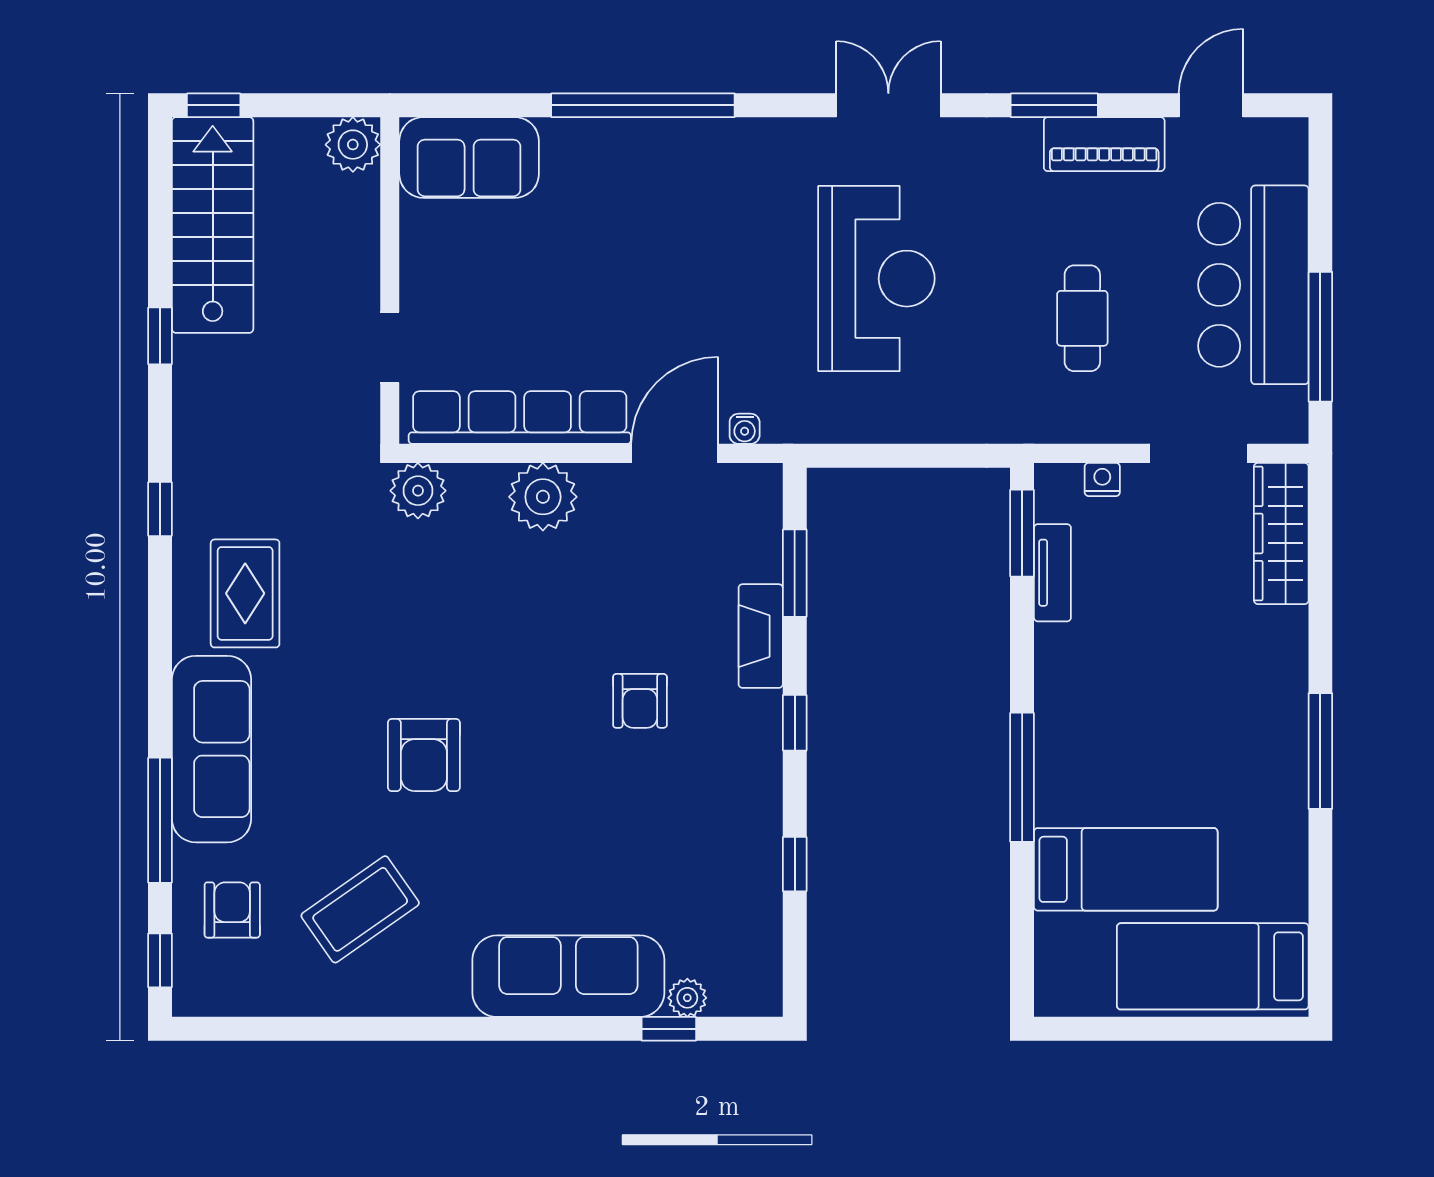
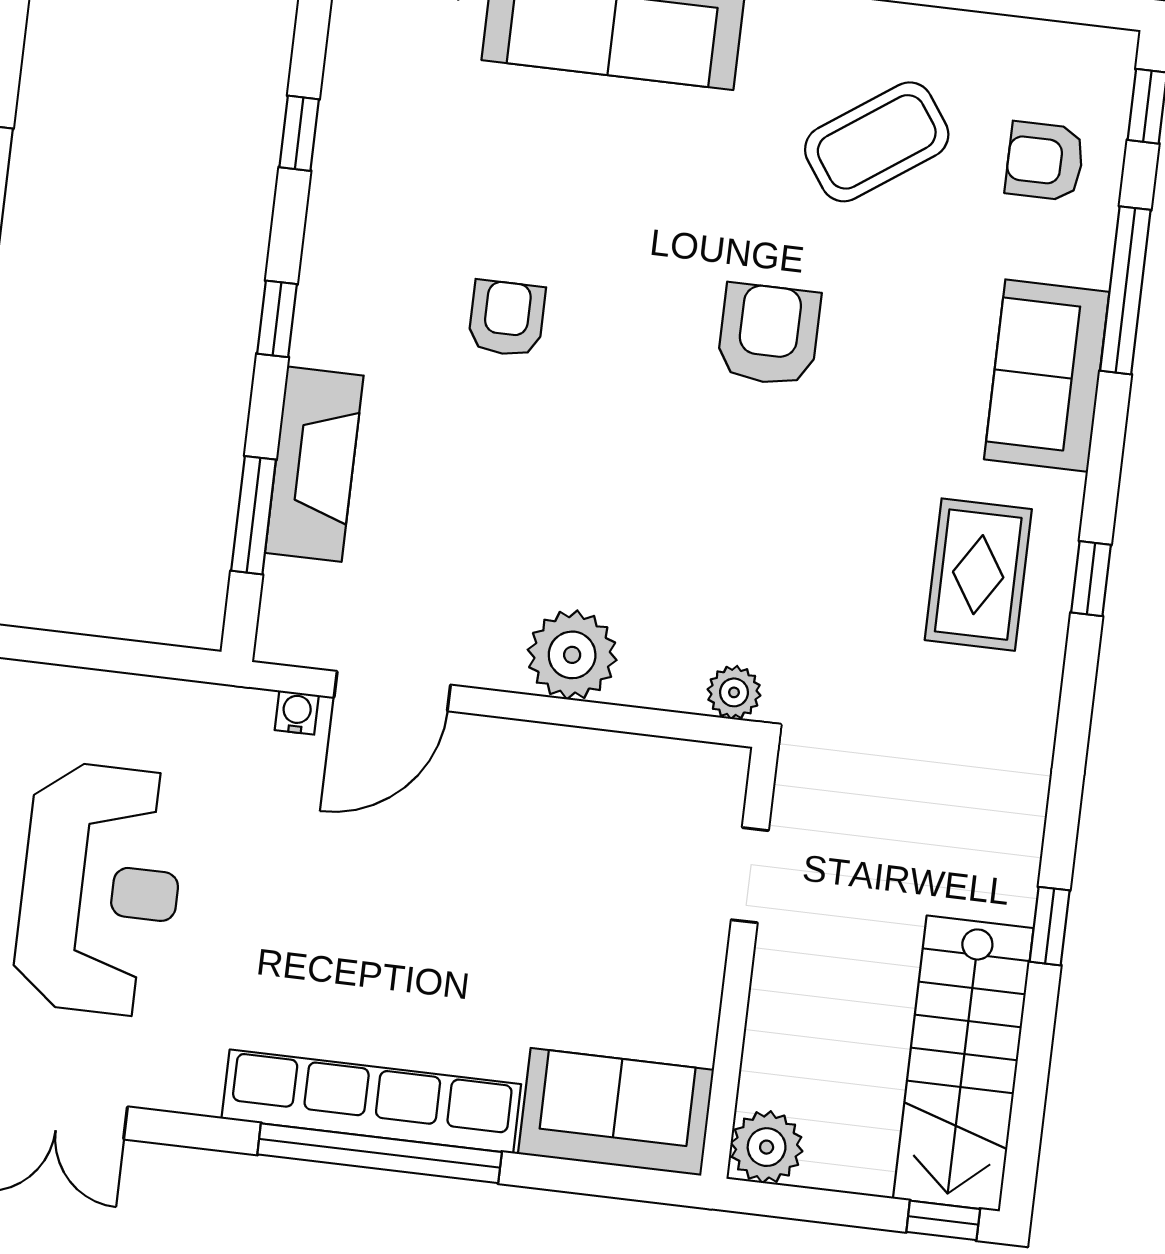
reception desk: (876, 279) -> (100, 889), turned 180
row of seats: (520, 418) -> (371, 1101), moved, turned 180
plant: (418, 491) -> (734, 692), width x0.73, depth x0.73
window: (160, 509) -> (1091, 579), moved
fireplace: (761, 636) -> (314, 464), width x1.37, depth x1.32
armchair: (640, 701) -> (507, 318), moved
sofa: (212, 749) -> (1047, 376), width x0.73
armchair: (232, 910) -> (1045, 161), turned 90

